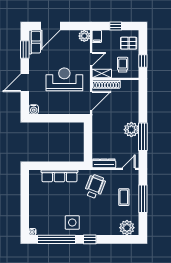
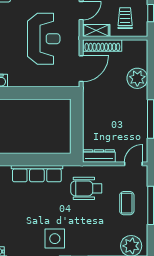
reception desk: (64, 79) -> (44, 39), turned 90
plant: (131, 130) -> (137, 78), moved
wheelchair: (95, 187) -> (86, 188), turned -111

